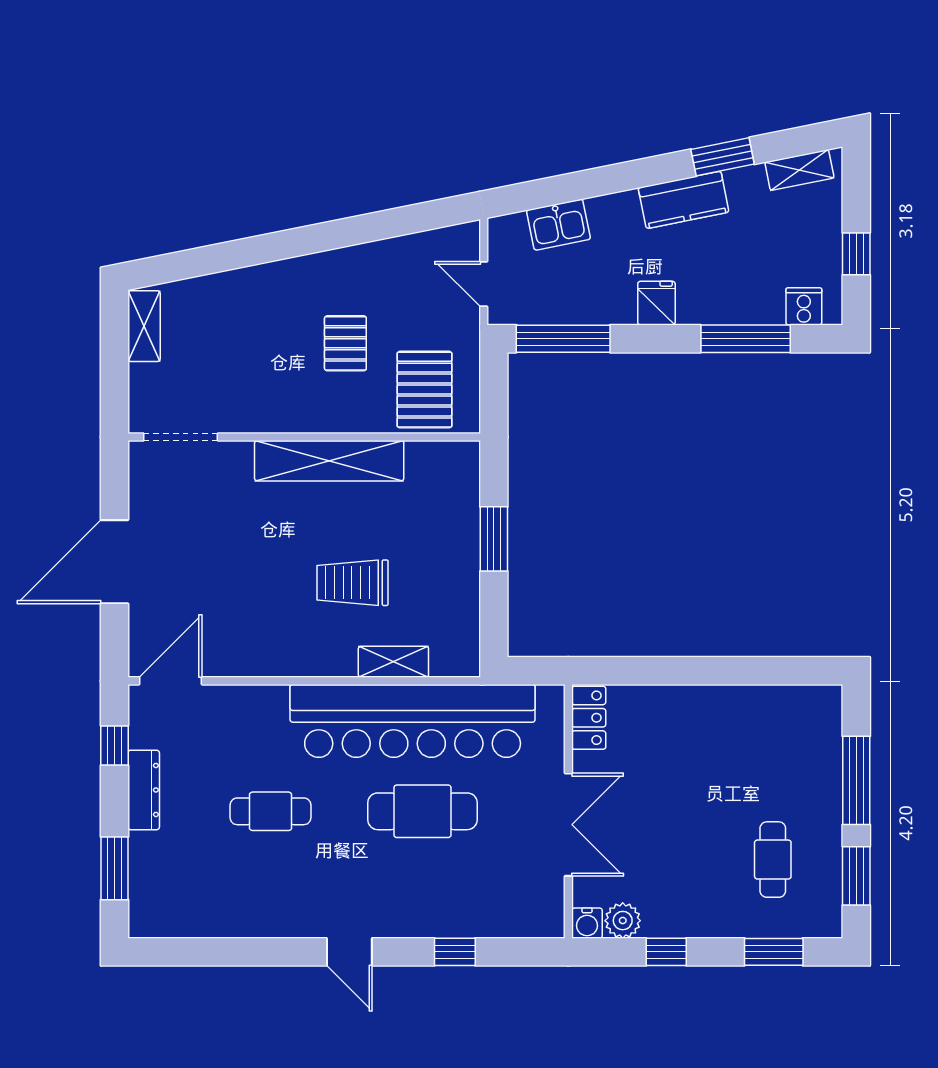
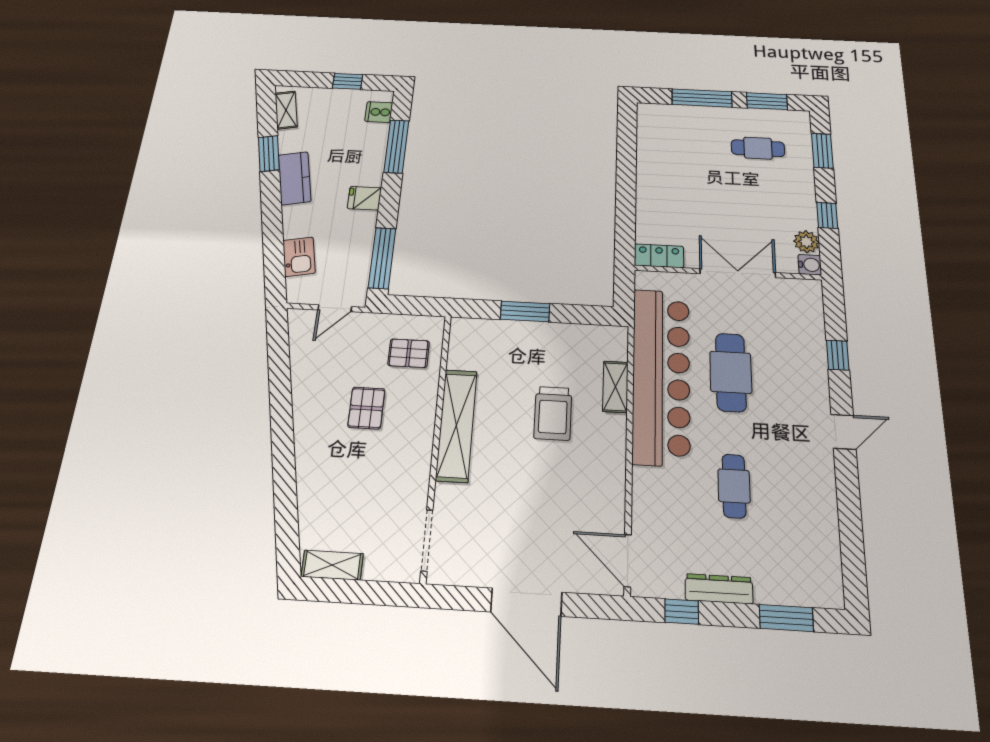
pallet: (345, 343) -> (366, 408), turned 90
pallet: (424, 390) -> (409, 353), width x0.67, depth x0.71

